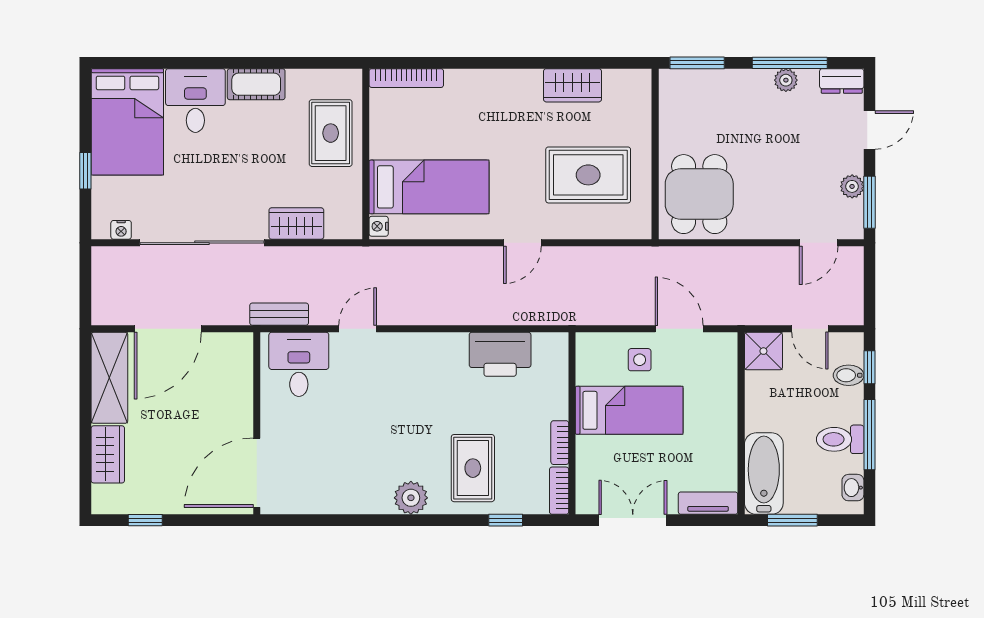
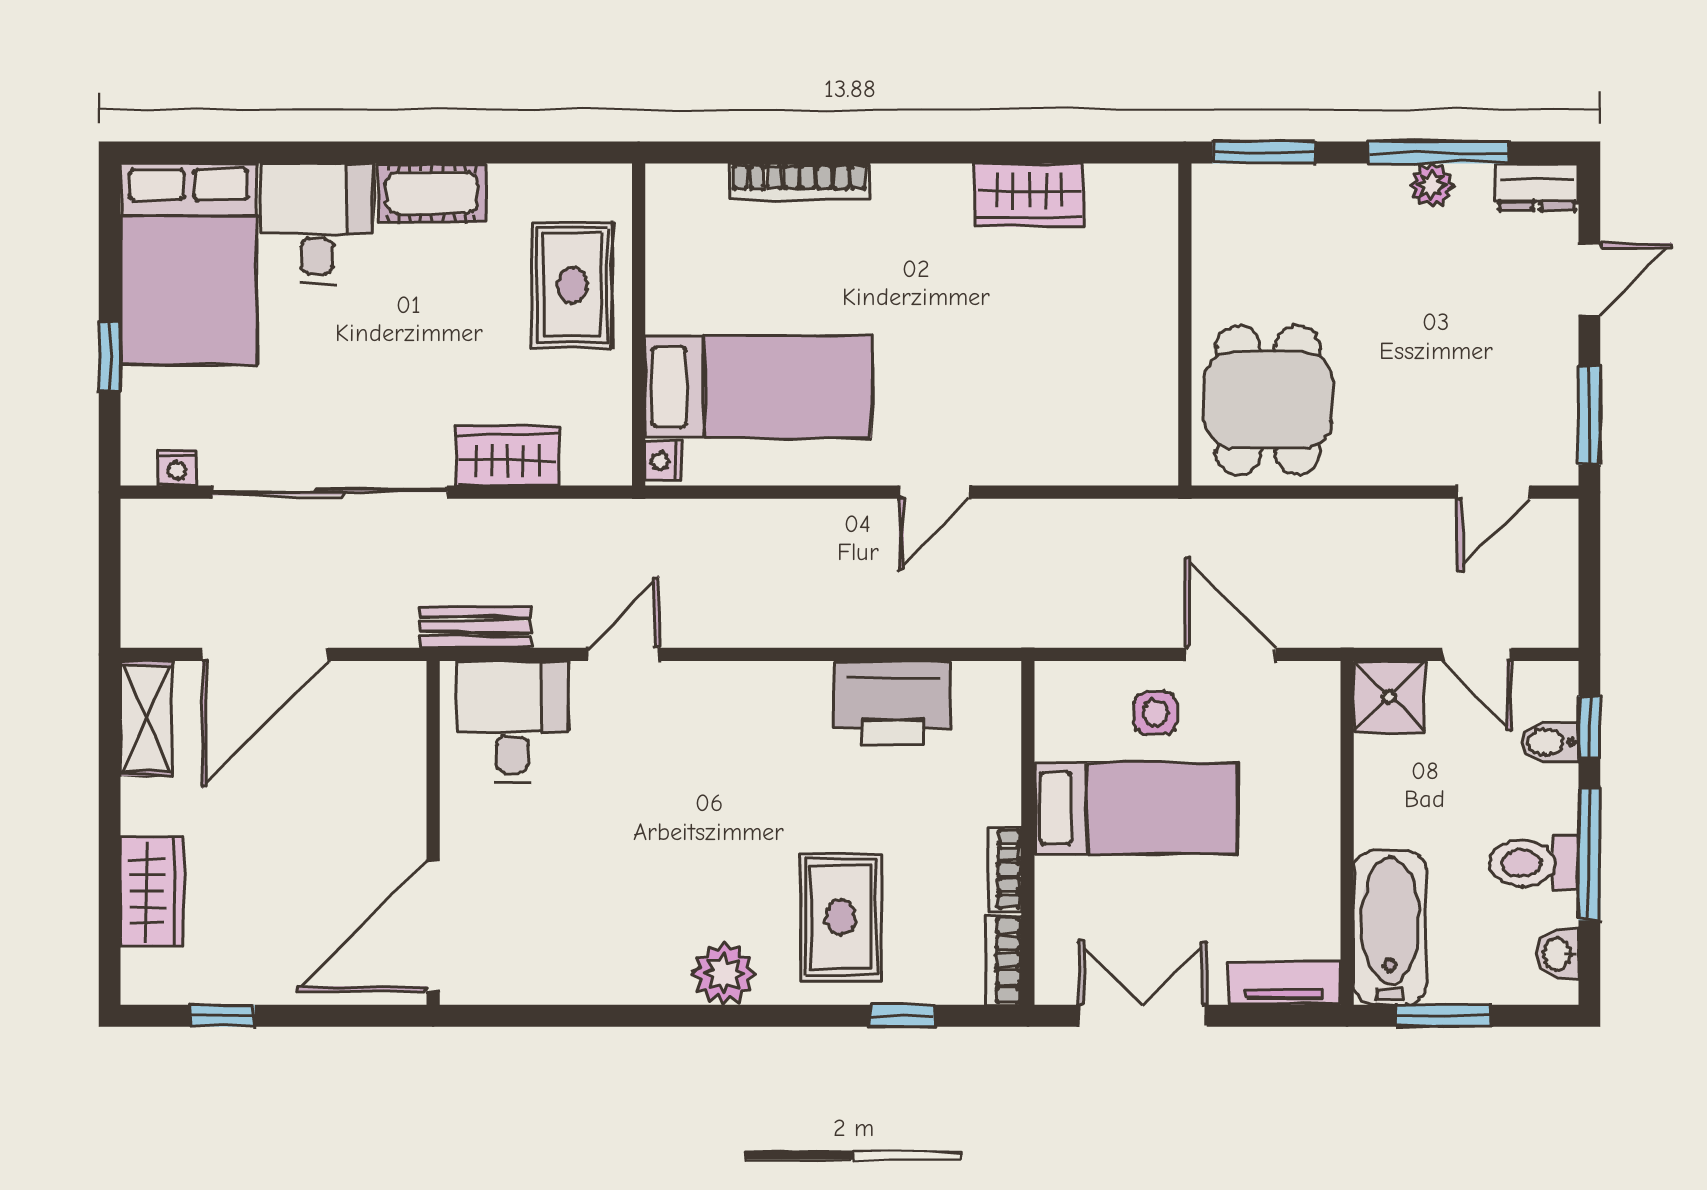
bookcase: (406, 78) -> (799, 181), moved
rug: (588, 175) -> (1058, 364), removed
plant: (852, 186) -> (1556, 386), removed
shelving: (109, 378) -> (146, 718), width x0.67, depth x0.75

